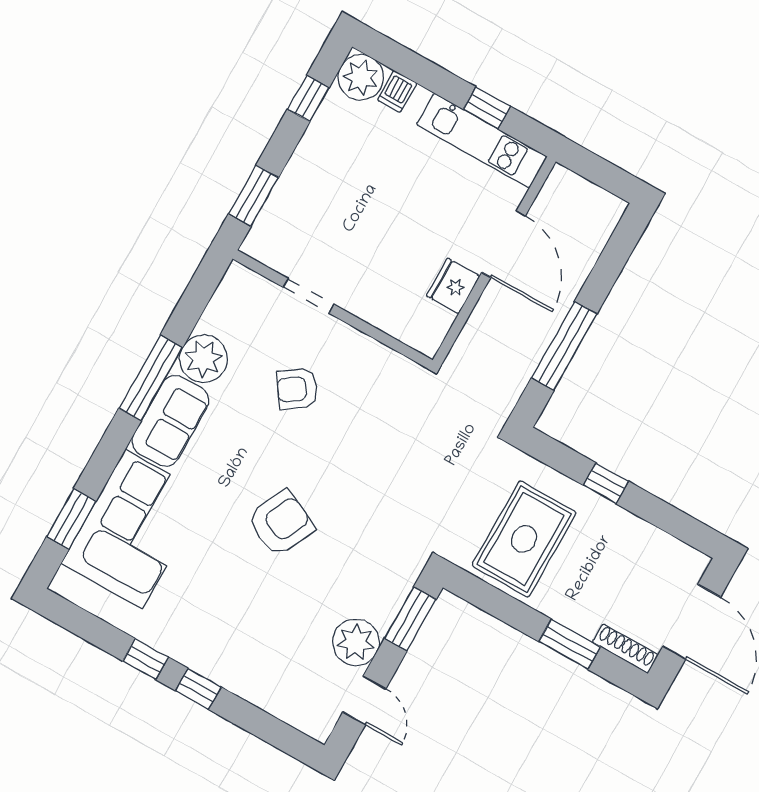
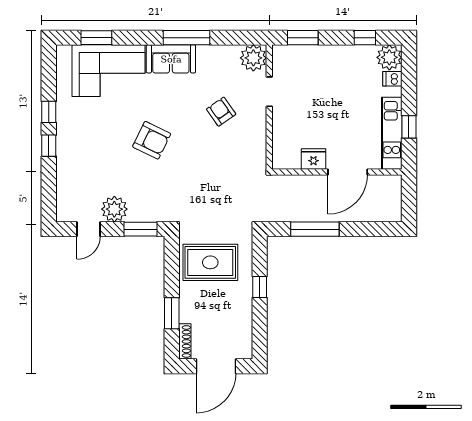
plant: (203, 359) -> (253, 58), moved

